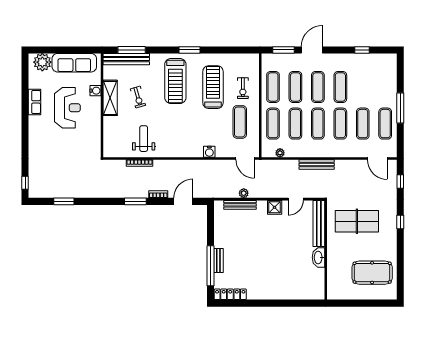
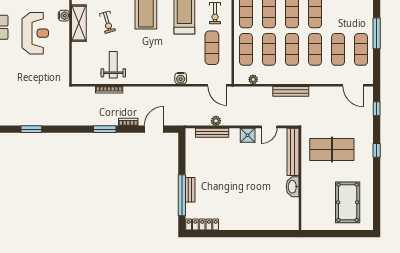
pool table: (372, 273) -> (348, 202), turned 90

